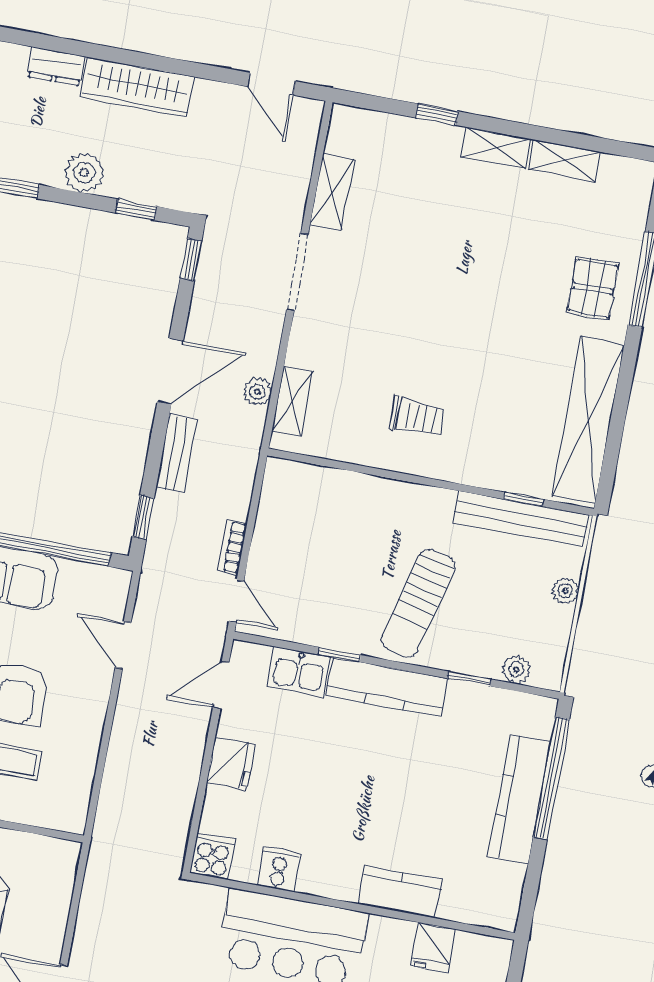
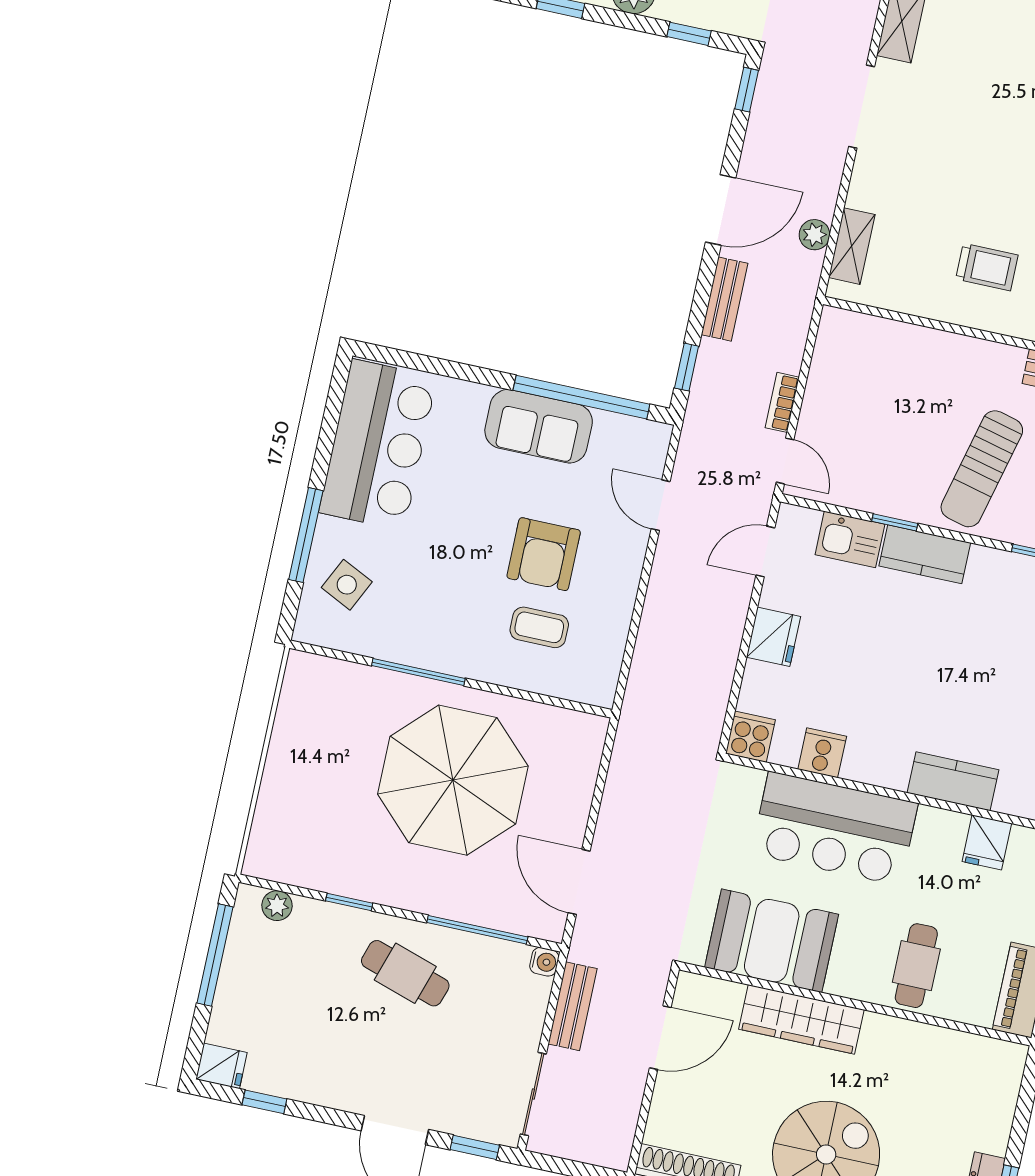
kitchen counter: (387, 687) -> (925, 554), width x0.67

